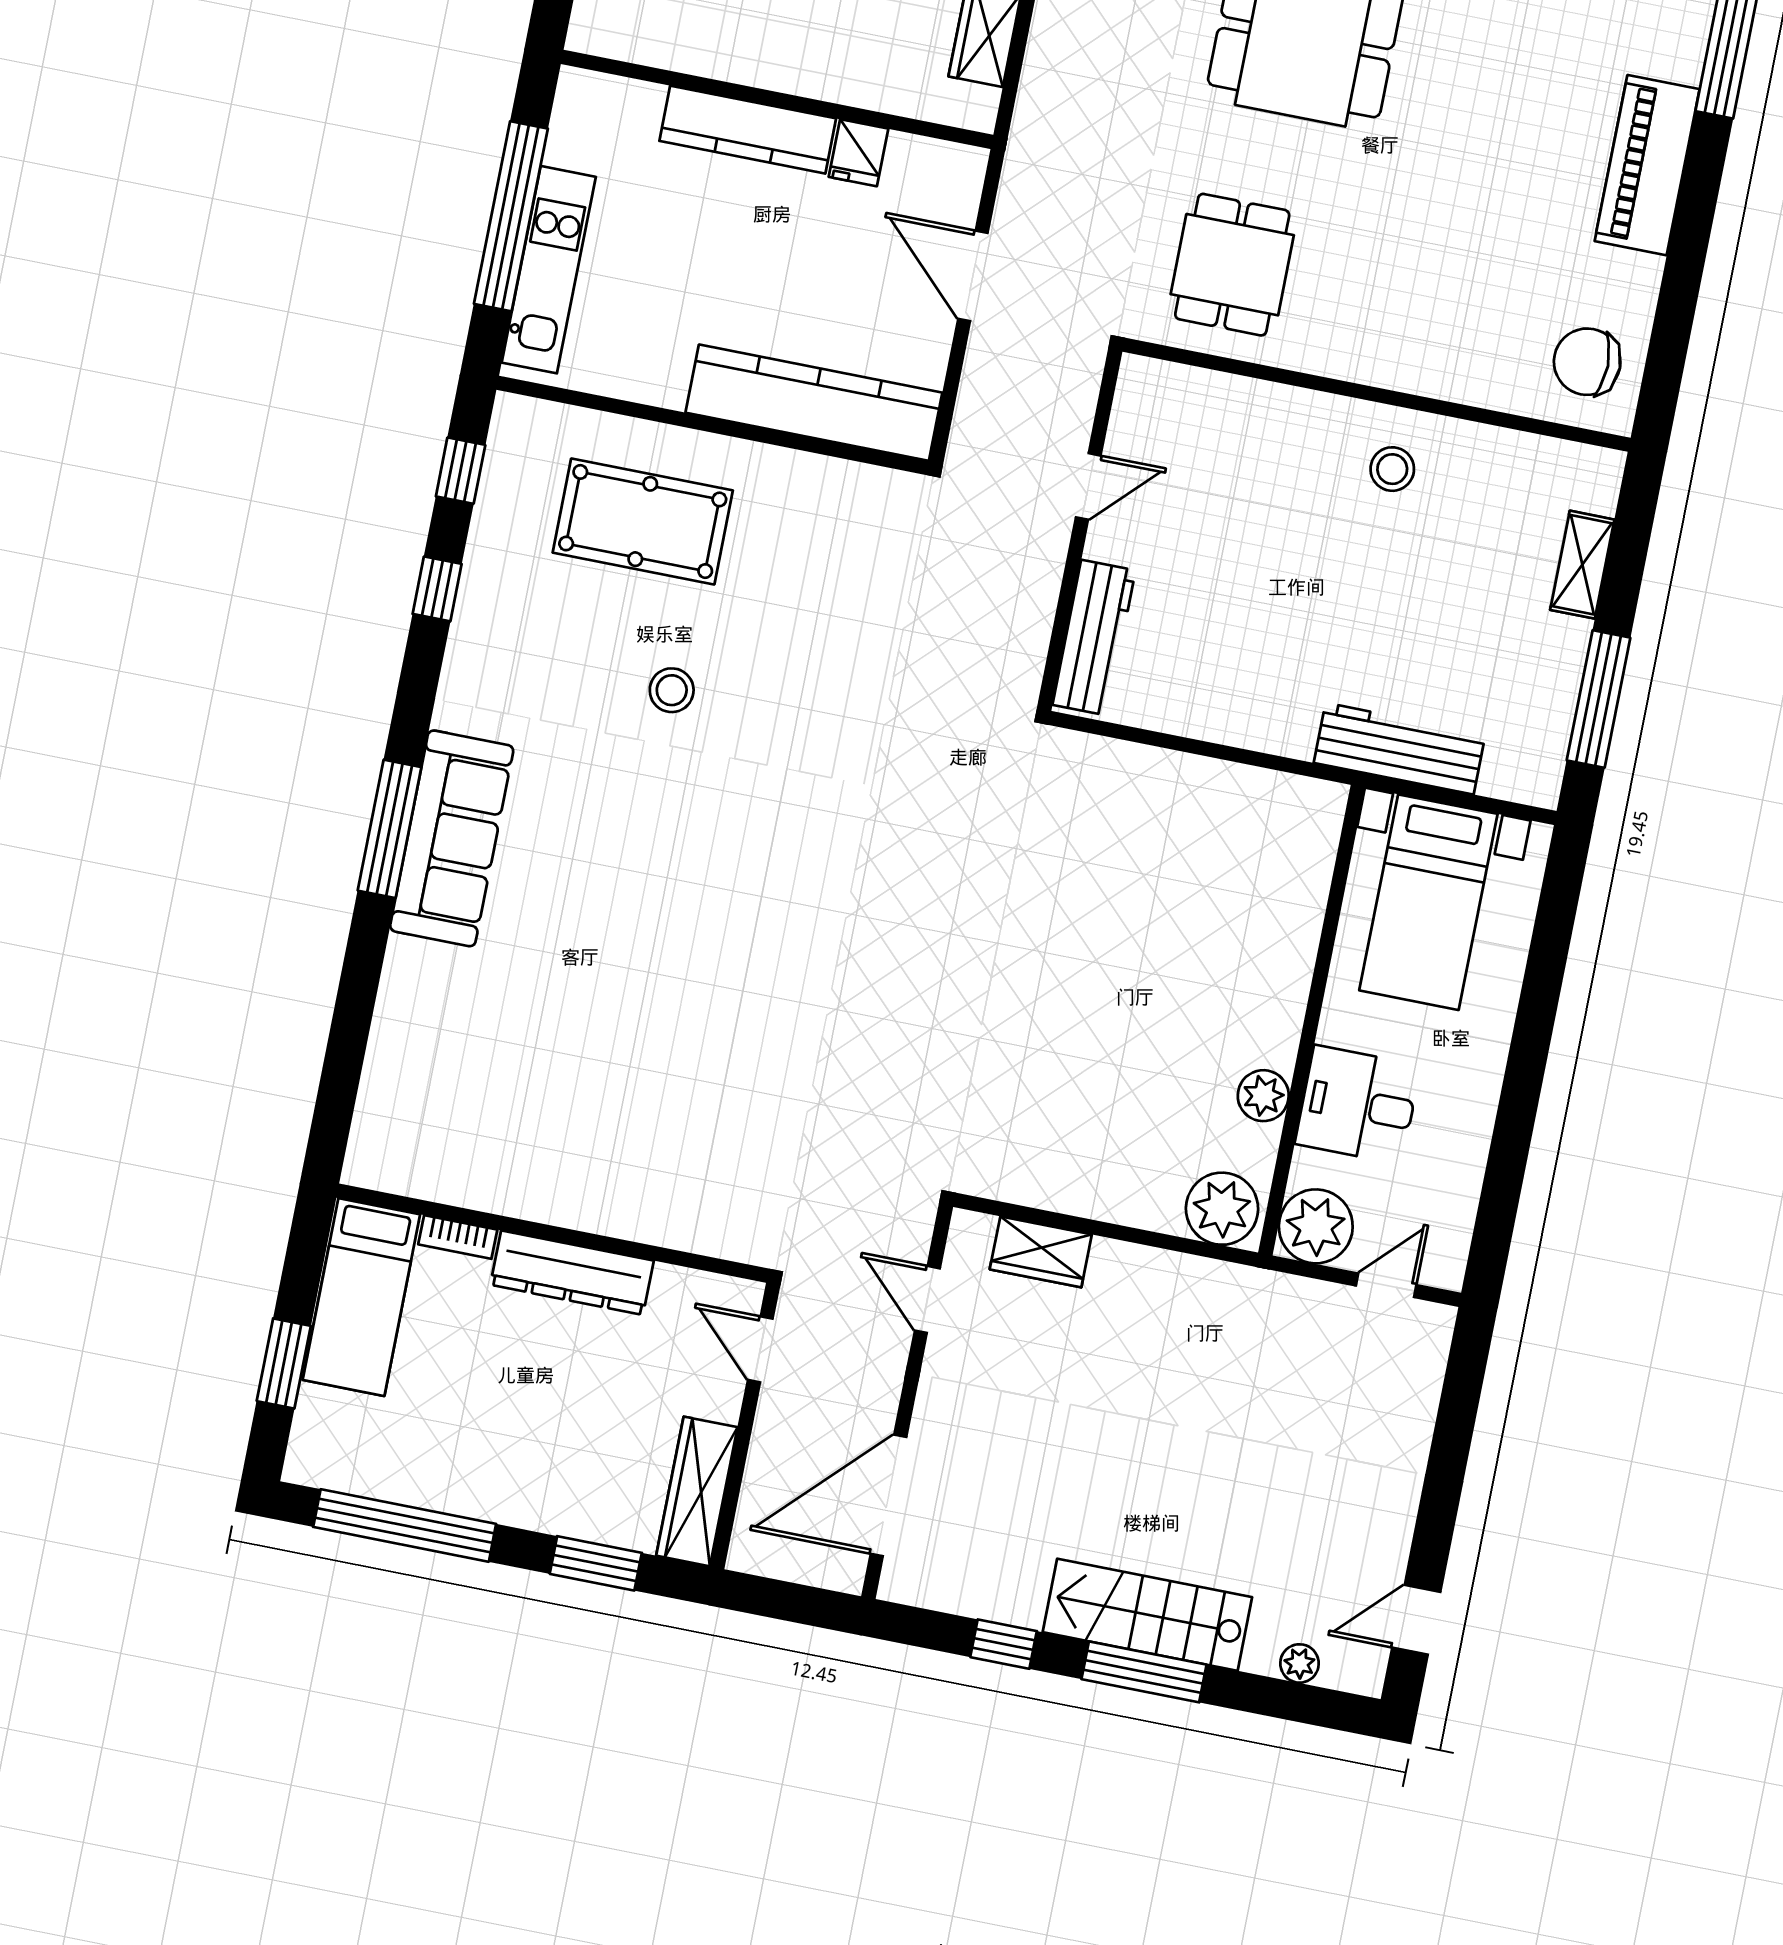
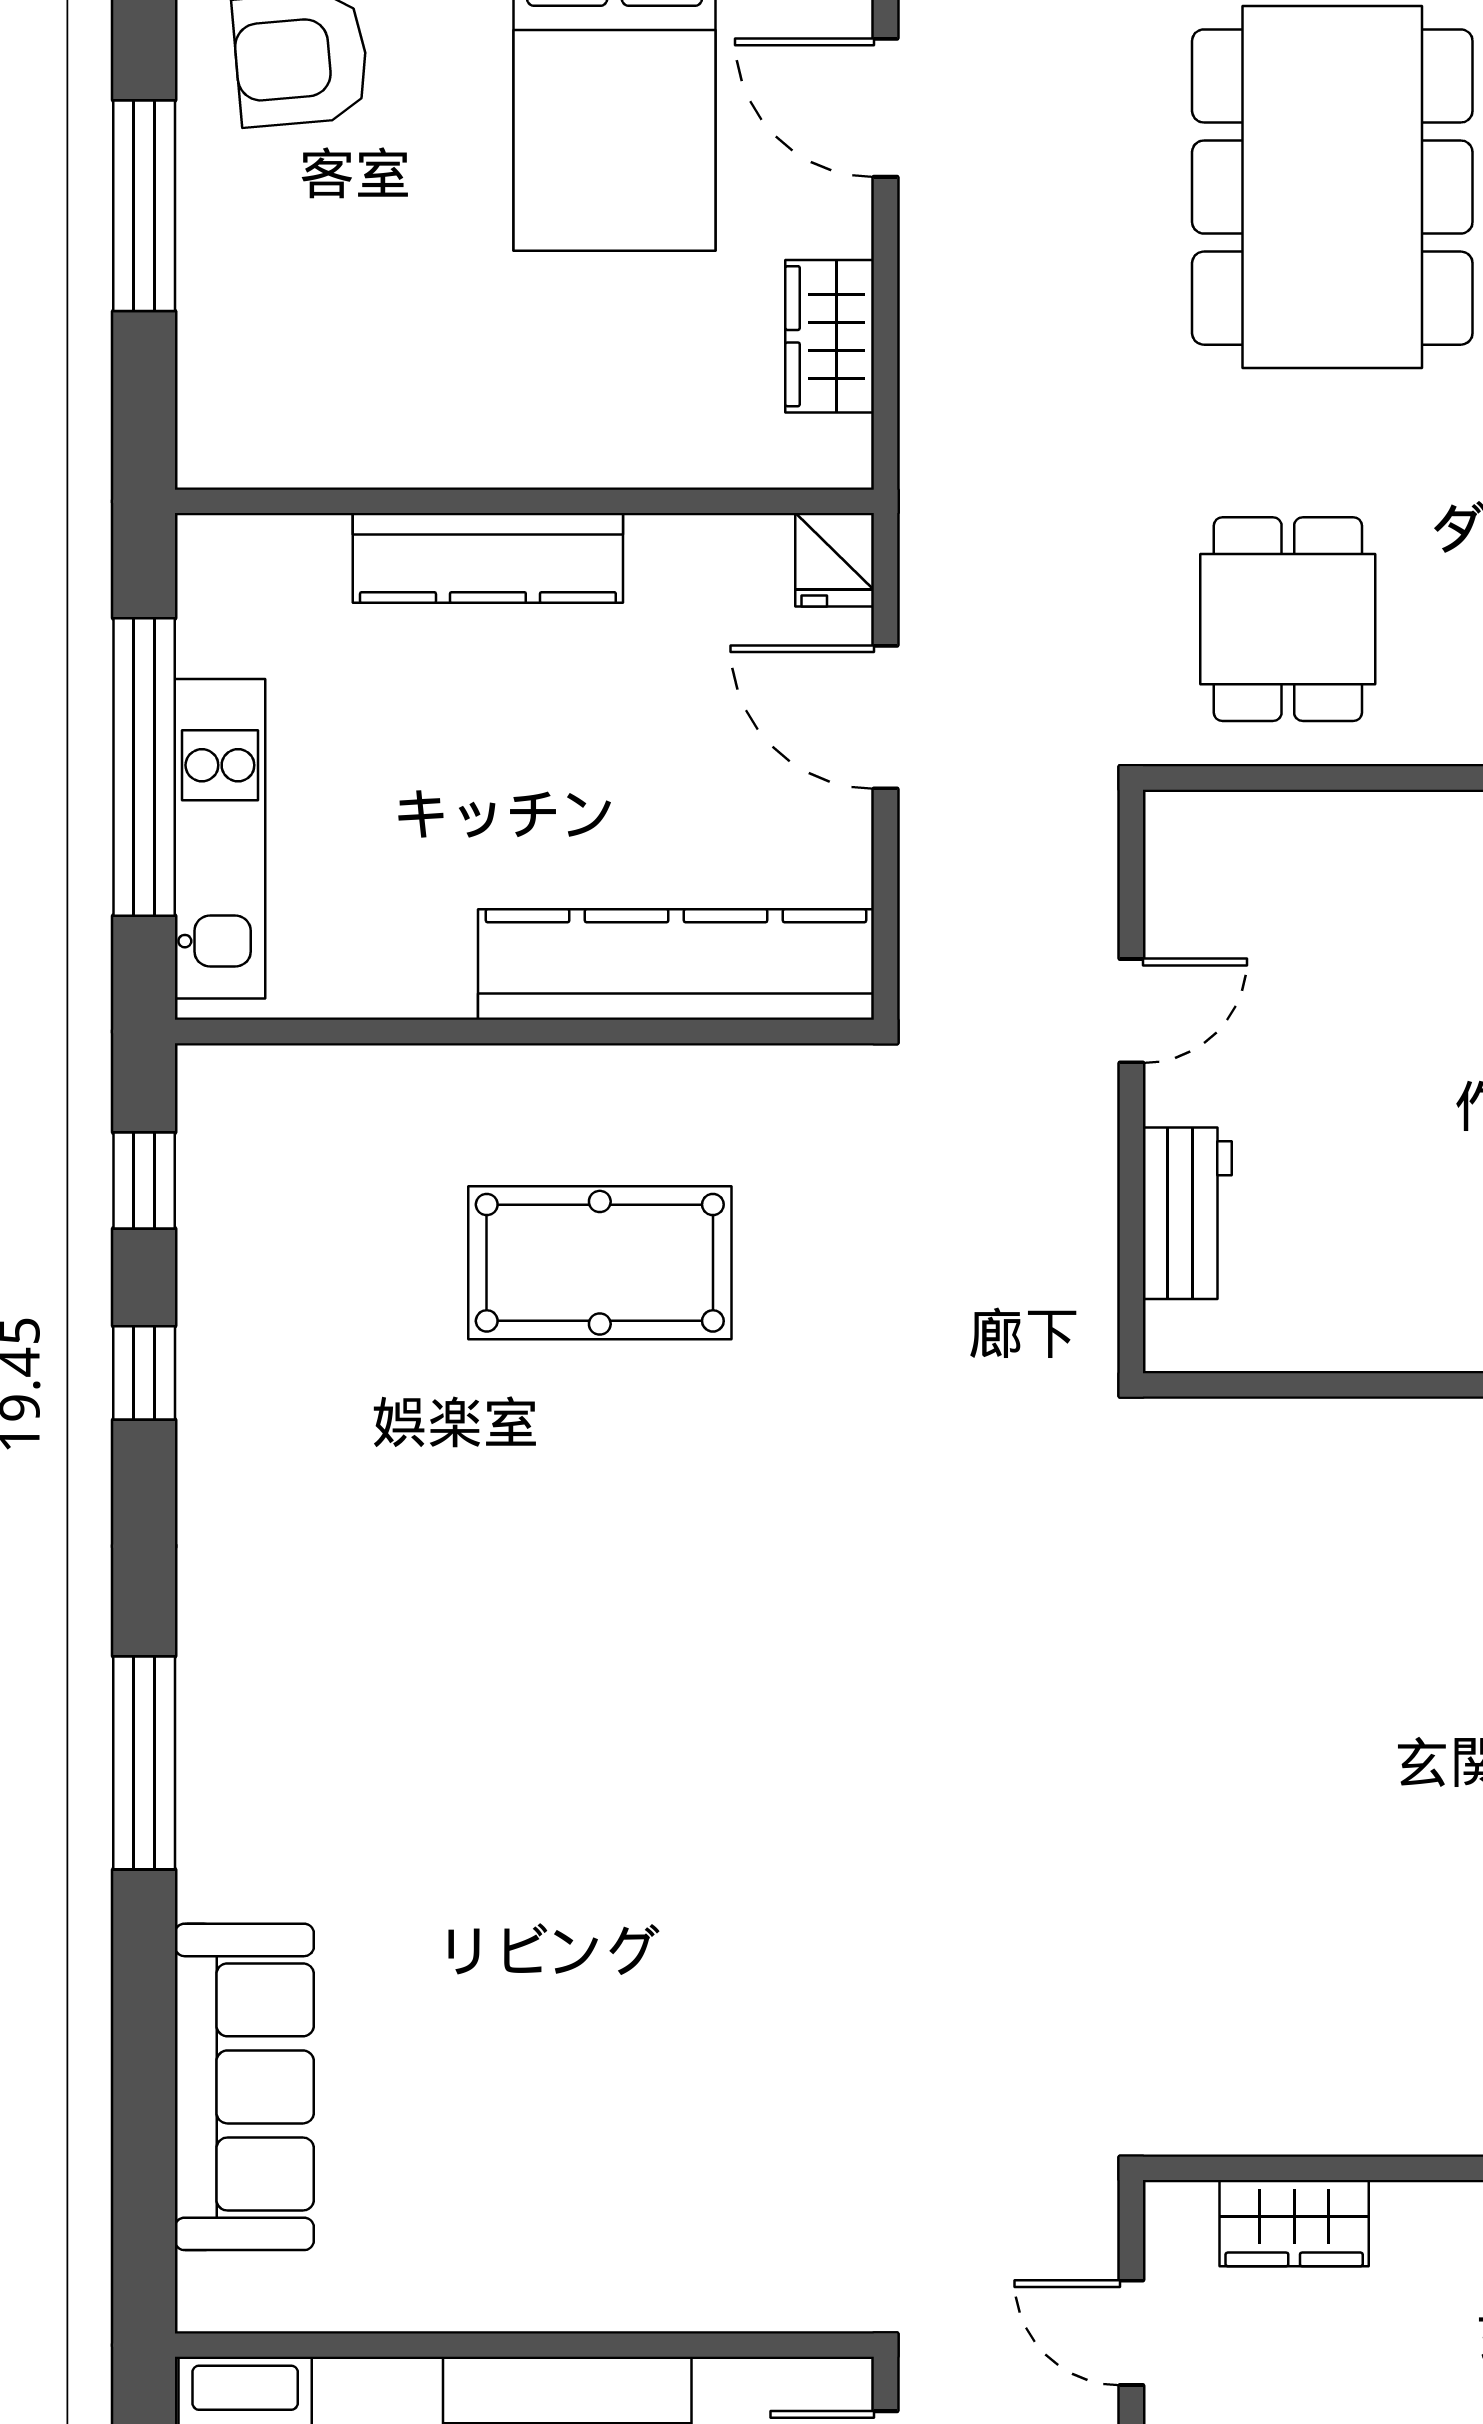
fridge: (858, 153) -> (835, 560), moved
pool table: (643, 521) -> (600, 1263), moved
workbench: (1094, 638) -> (1187, 1213), width x0.73
stool: (672, 690) -> (543, 1459), removed
sofa: (452, 838) -> (244, 2087), moved
bookcase: (458, 1237) -> (377, 2380), removed

